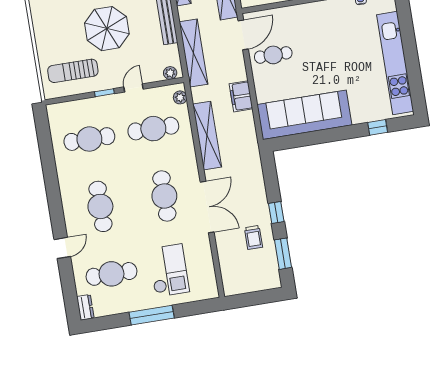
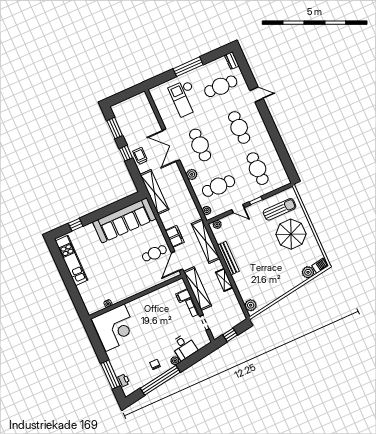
parasol: (107, 29) -> (291, 234), moved
kitchen unit: (395, 63) -> (72, 260), width x0.73
door: (133, 88) -> (238, 209), hinge flipped
filing cabinet: (241, 96) -> (175, 236), moved
shelving: (207, 136) -> (154, 192), moved
cafe table: (89, 139) -> (258, 169), turned 90
plant: (188, 156) -> (192, 174), added
trolley: (253, 237) -> (140, 156), moved
door: (62, 248) -> (256, 95), swing flipped

